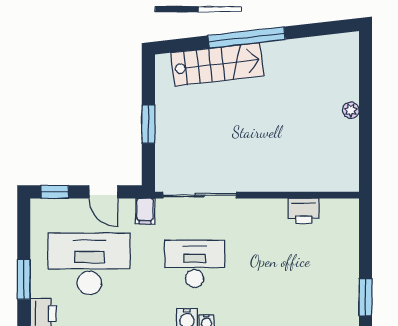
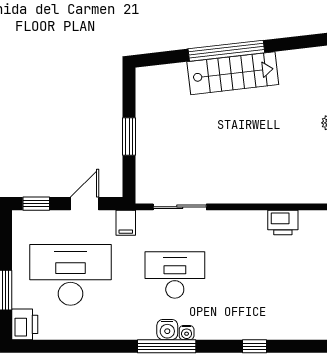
stairs: (217, 64) -> (233, 73), moved
door: (103, 192) -> (84, 204), swing flipped
sliding door: (200, 195) -> (180, 207), width x0.73

